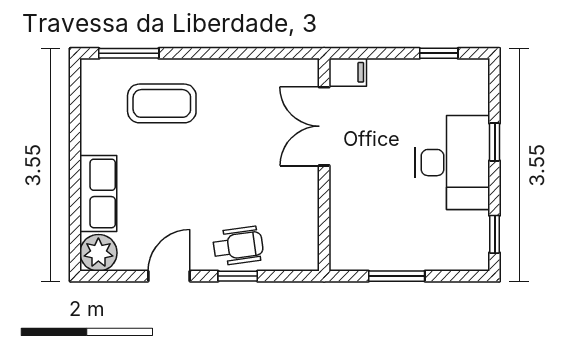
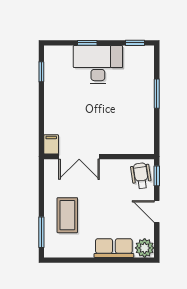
filing cabinet: (348, 72) -> (51, 144), moved
double door: (324, 126) -> (79, 157), moved
wall: (324, 165) -> (99, 157), moved

